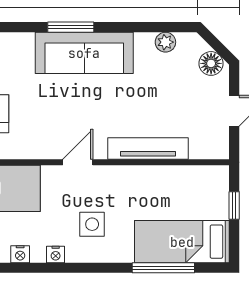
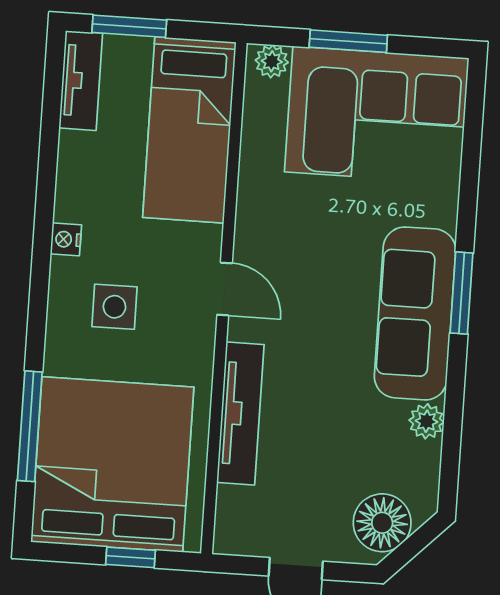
plant: (165, 42) -> (426, 421), moved
floor lamp: (211, 63) -> (382, 523), width x1.38, depth x1.38
bed: (182, 242) -> (112, 464), width x2.04
nightstand: (20, 254) -> (71, 177), removed

